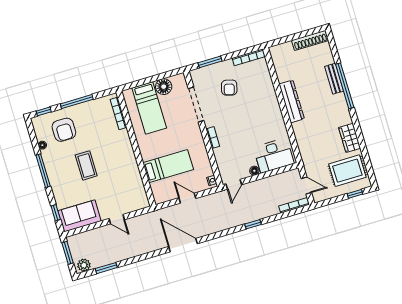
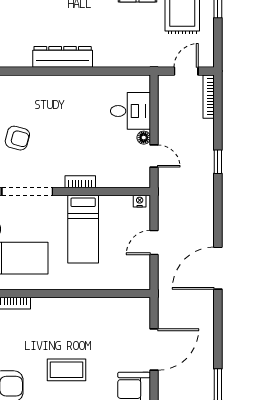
desk: (274, 155) -> (130, 111), width x0.73
bed: (168, 166) -> (83, 229), moved, turned 180
door: (234, 184) -> (154, 156), moved
door: (117, 219) -> (154, 350), width x1.87

